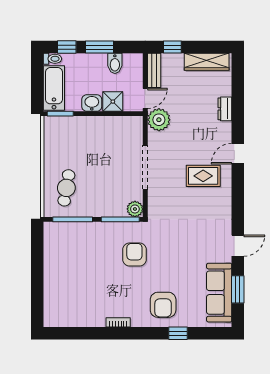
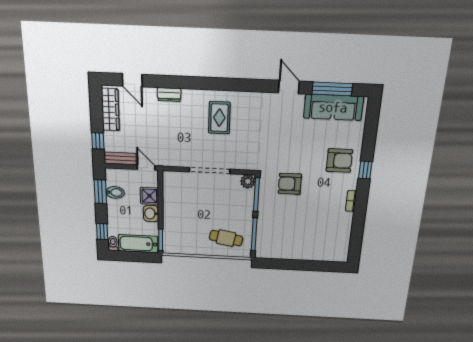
window: (99, 47) -> (100, 192), moved
dresser: (225, 109) -> (169, 95), moved
plant: (159, 120) -> (166, 156), removed
door: (238, 154) -> (132, 80), moved
window: (238, 289) -> (332, 89), width x1.44
window: (178, 333) -> (365, 170), moved

